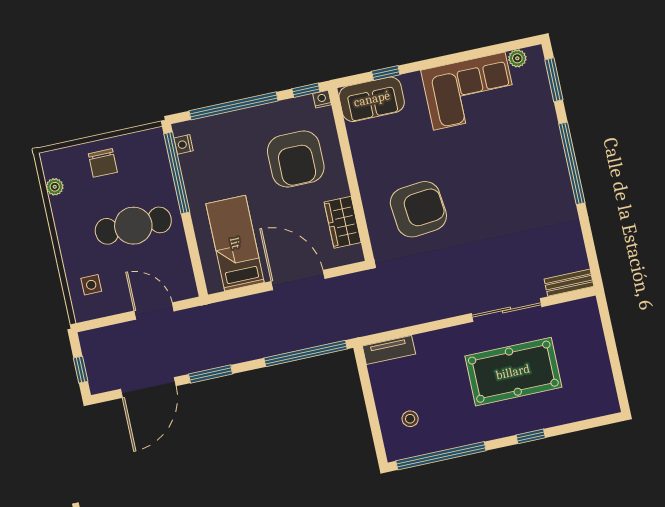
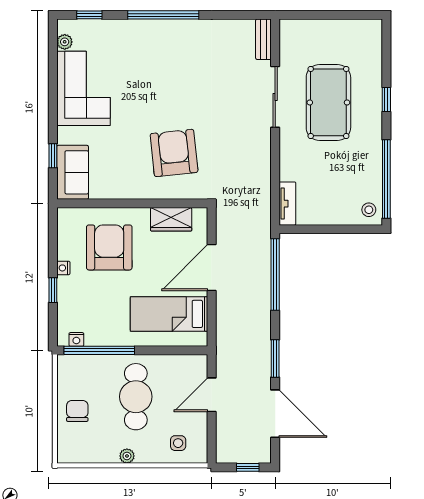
window: (554, 80) -> (89, 15), width x0.67
window: (306, 90) -> (53, 226), removed
nightstand: (322, 99) -> (63, 268), moved
window: (234, 106) -> (53, 290), width x0.32
armchair: (296, 159) -> (109, 247), turned -90
chair: (103, 163) -> (77, 411), turned -90
plant: (55, 187) -> (127, 456), moved
stool: (410, 419) -> (369, 210), moved

